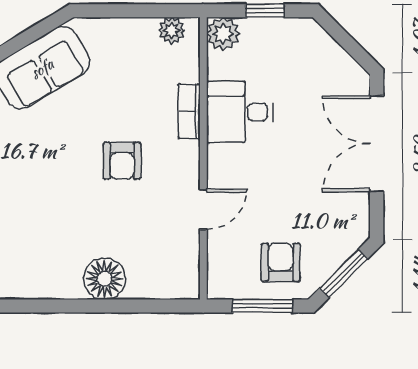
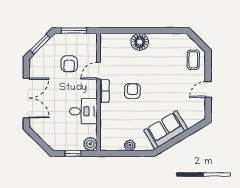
plant: (172, 30) -> (130, 145), moved
bookcase: (189, 111) -> (104, 91), moved
armchair: (281, 262) -> (69, 64), moved

